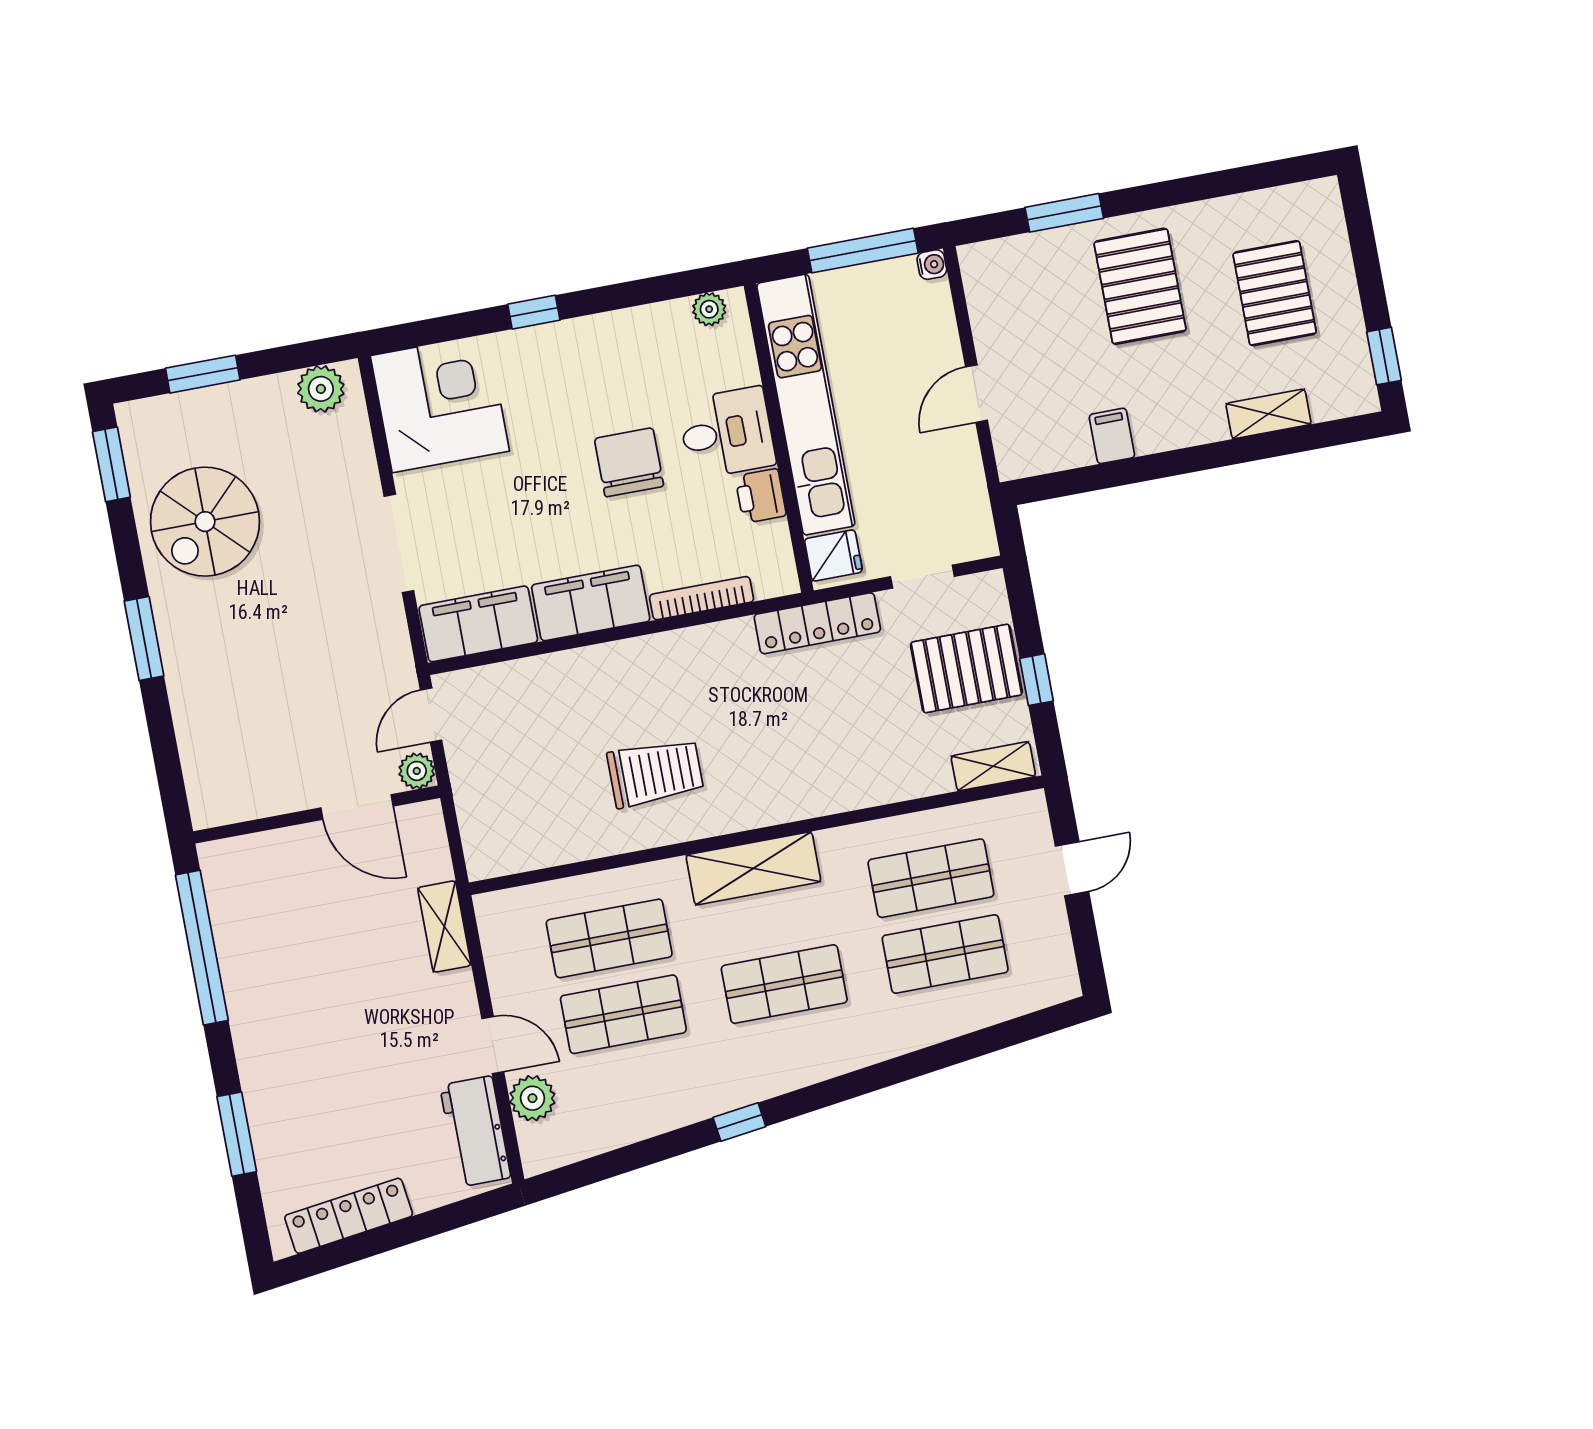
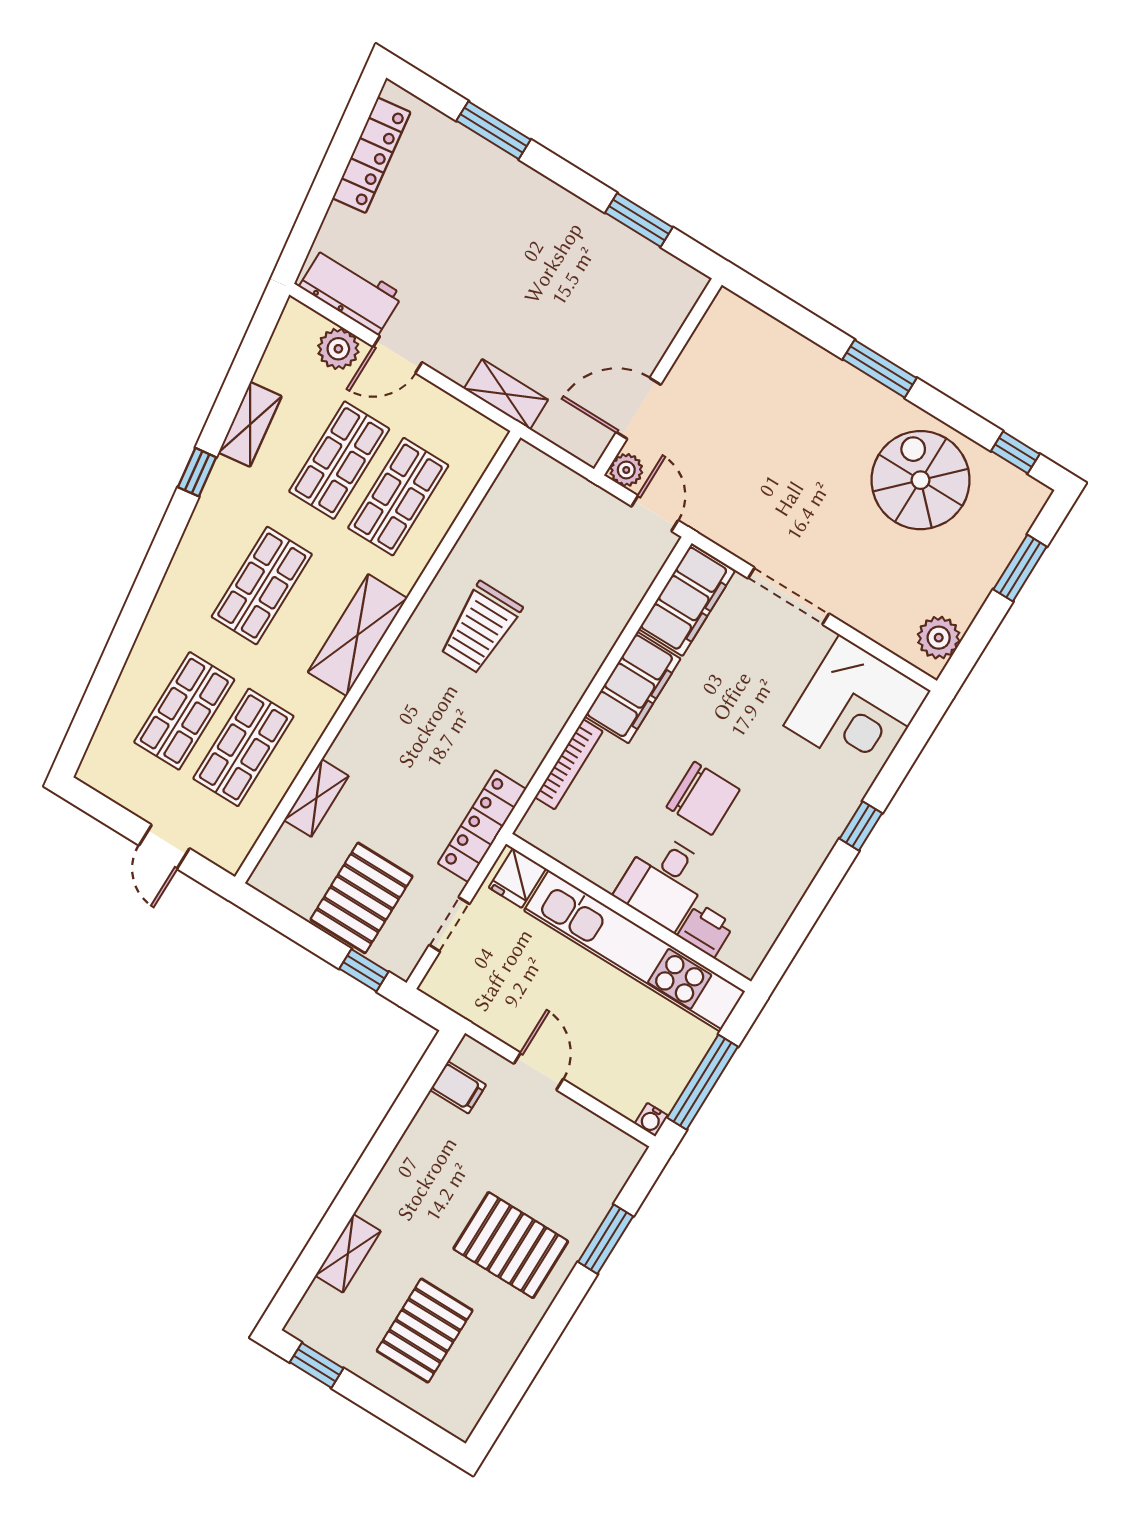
pallet: (1275, 293) -> (425, 1331), turned 90
plant: (709, 309) -> (757, 944), removed
filing cabinet: (1112, 436) -> (458, 1087), moved
window: (111, 464) -> (1015, 452), width x0.67
printer: (761, 496) -> (706, 930), moved
window: (1037, 680) -> (364, 970), moved
shelving: (993, 766) -> (316, 798), moved
window: (202, 948) -> (639, 220), width x0.47
shelving: (660, 1114) -> (250, 424), added

